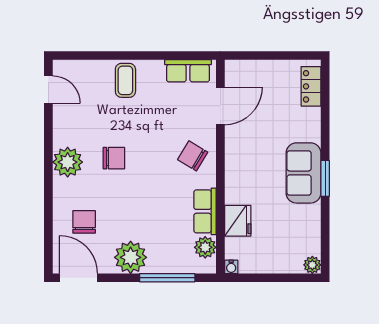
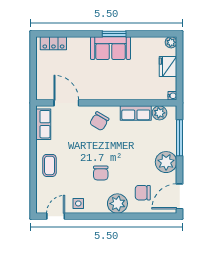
coffee table: (125, 80) -> (50, 165), turned 90
side table: (68, 124) -> (78, 203), added
chair: (114, 158) -> (101, 173), turned 180
plant: (68, 162) -> (117, 204), moved
fridge: (238, 221) -> (168, 66), moved, turned -90

